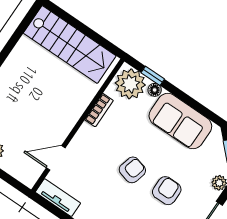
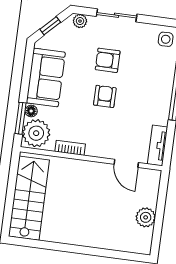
window: (153, 76) -> (21, 118), width x1.50
armchair: (132, 170) -> (105, 96), turned 75

